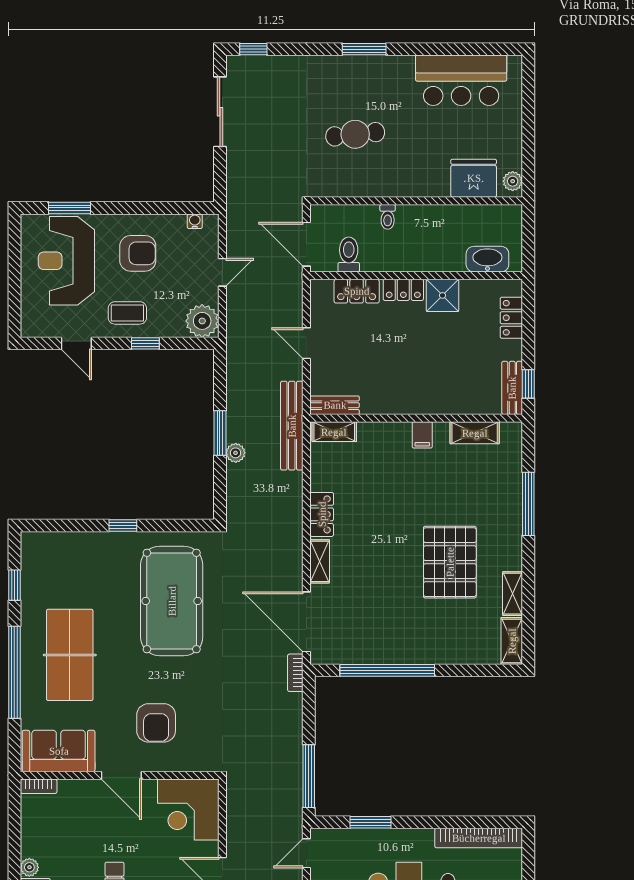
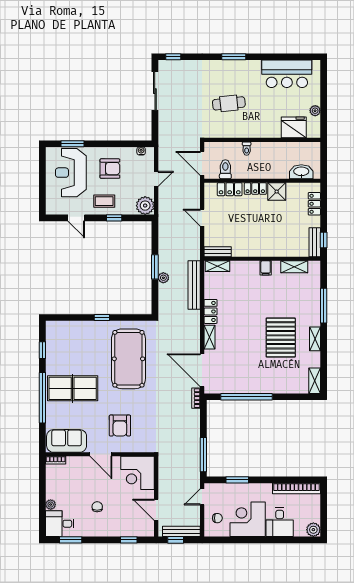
plant: (513, 181) -> (315, 111), moved
bench: (292, 426) -> (194, 285), moved
shelving: (513, 594) -> (315, 339), moved
table tennis table: (70, 655) -> (73, 388), turned 90

